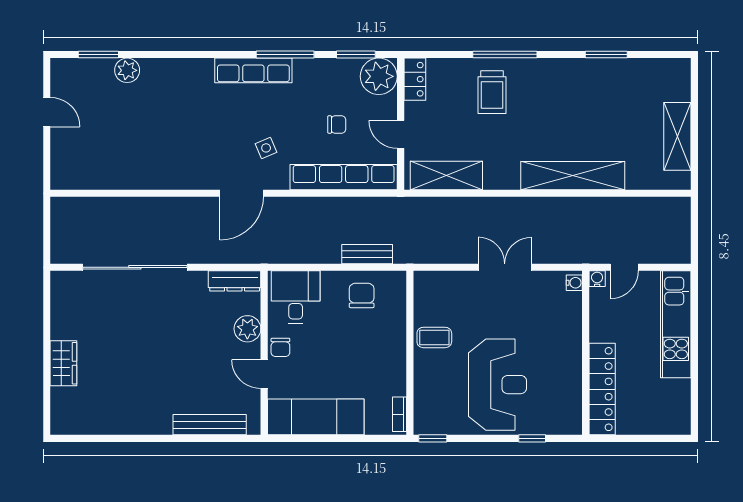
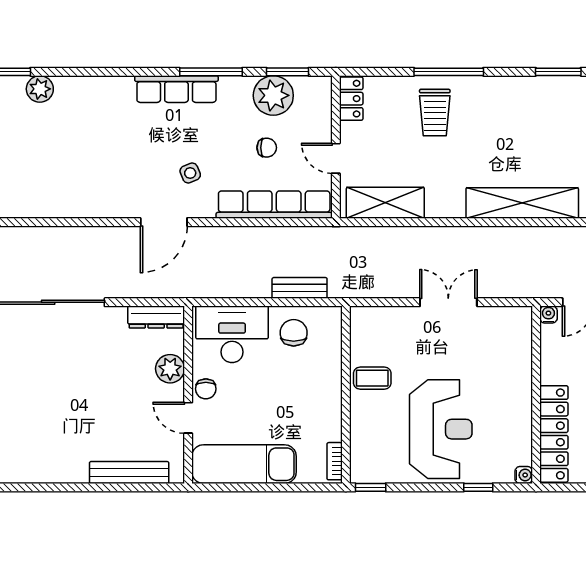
plant: (379, 76) -> (273, 95), moved
water cooler: (574, 283) -> (524, 475), moved
desk: (296, 297) -> (232, 334), width x1.37

